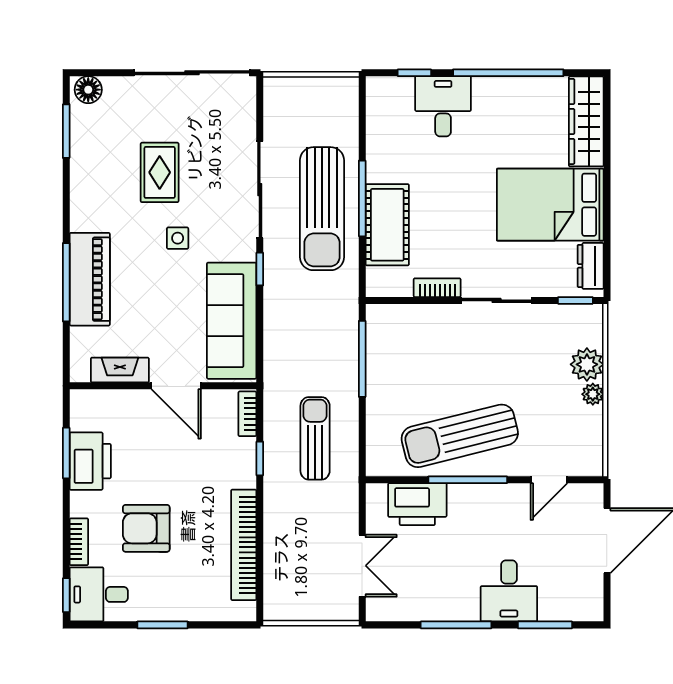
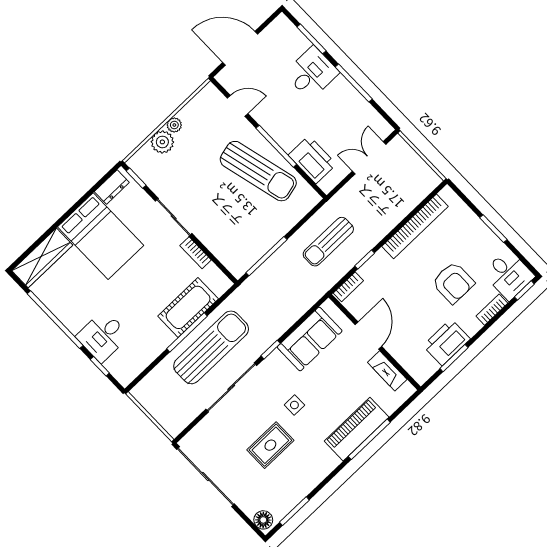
sofa: (232, 321) -> (310, 339), width x0.73

